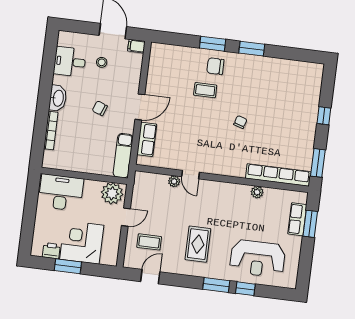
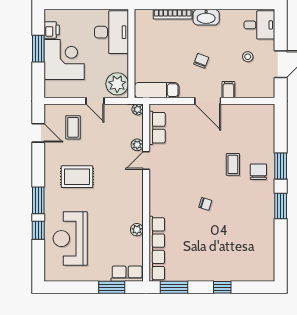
filing cabinet: (136, 46) -> (228, 90), moved
desk: (70, 62) -> (259, 25), moved, turned 90
row of seats: (147, 139) -> (157, 128), moved, turned -90
plant: (140, 177) -> (138, 109), added
row of seats: (297, 219) -> (127, 274), moved

